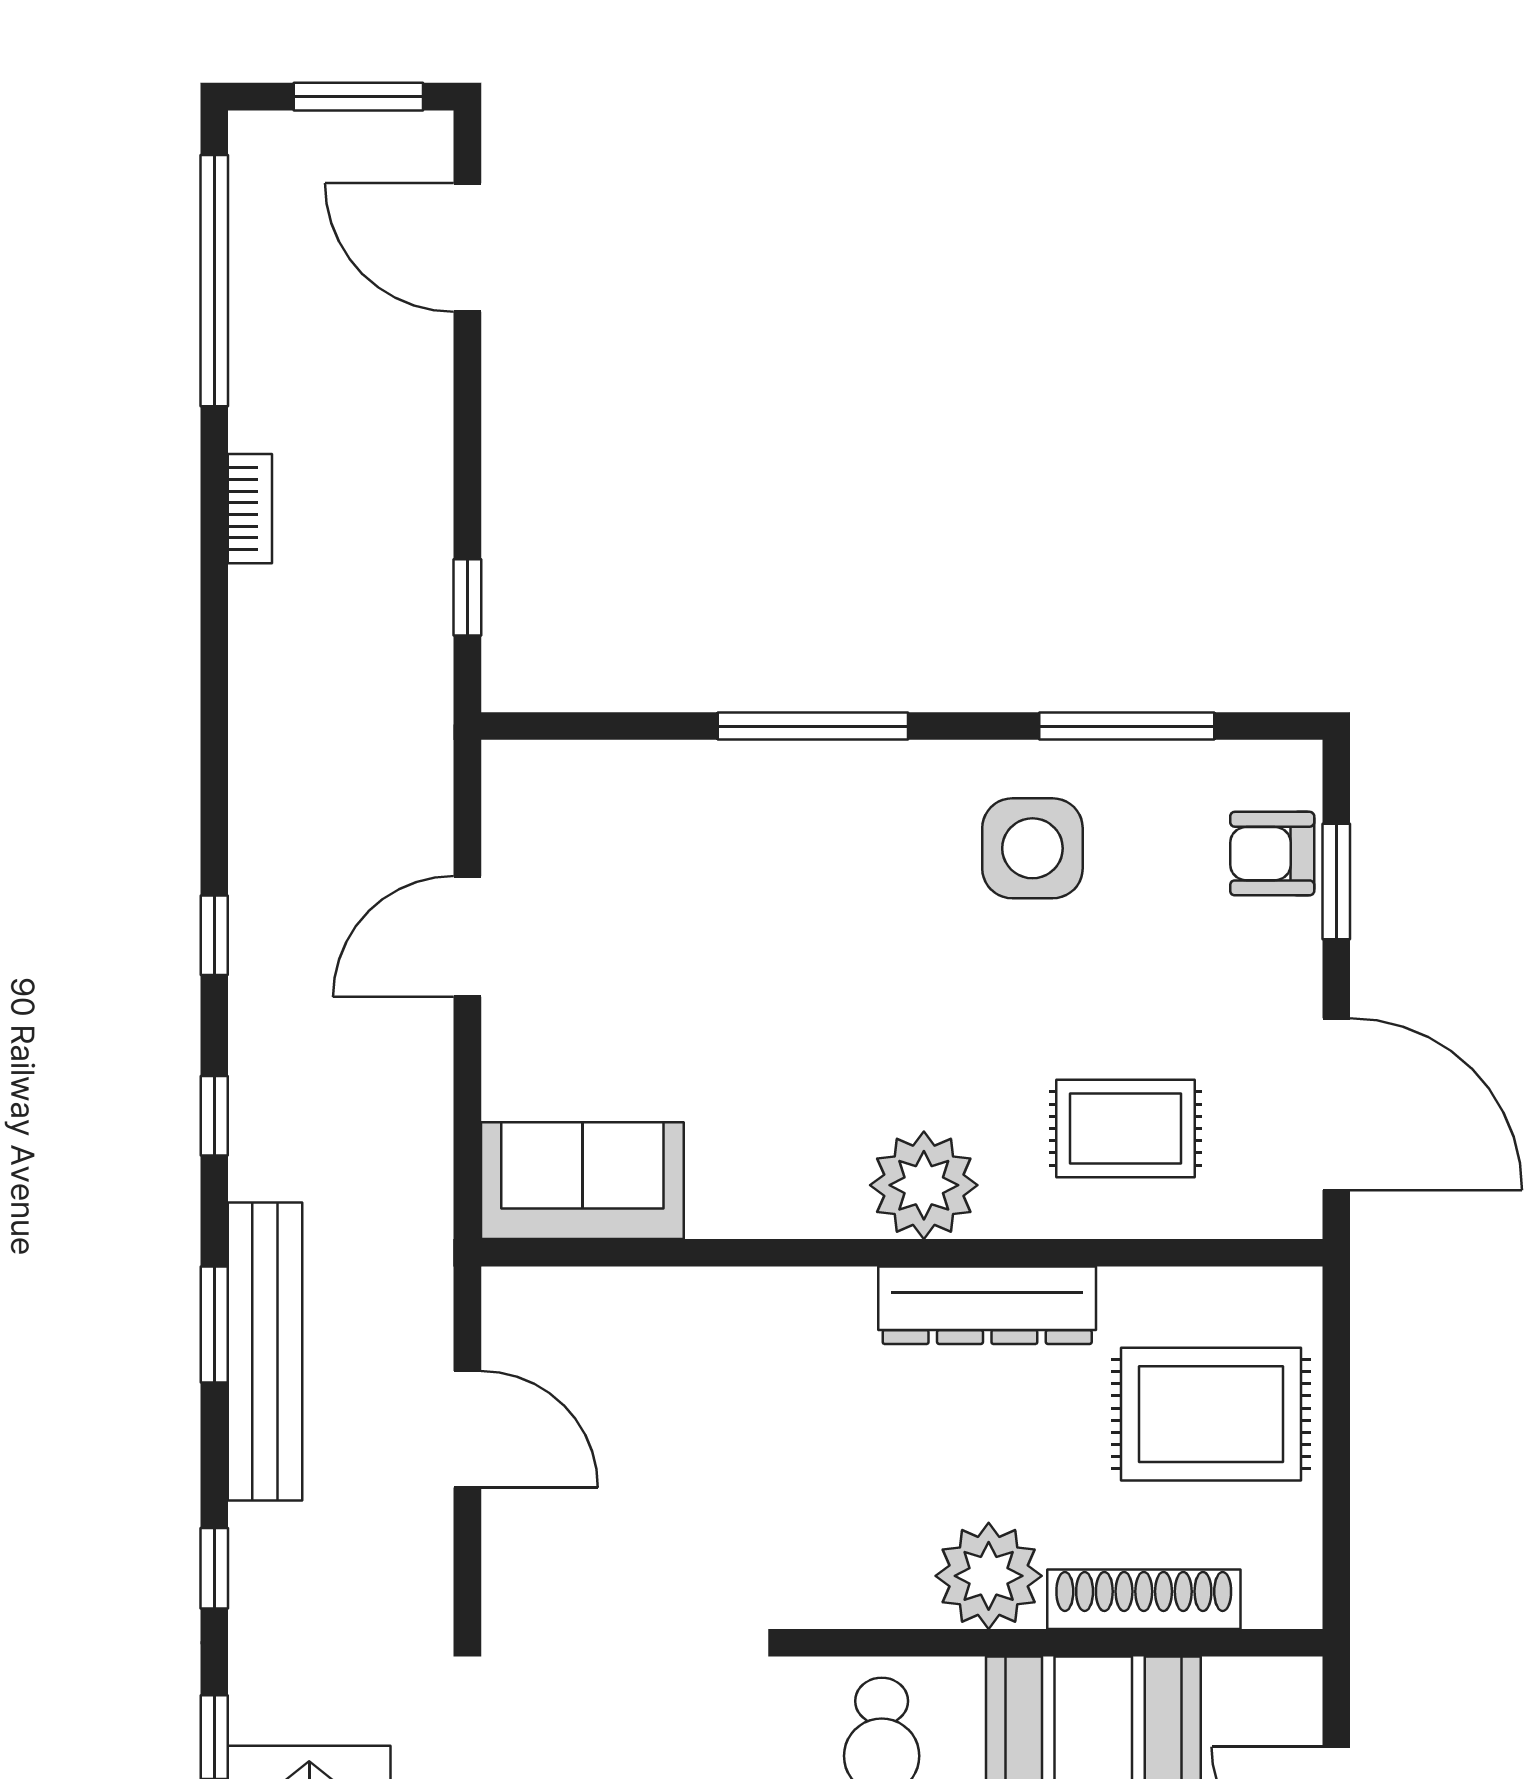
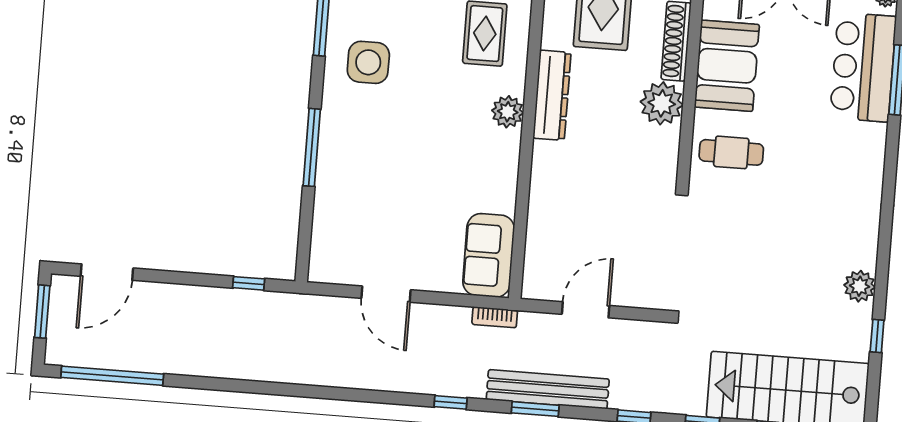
bookcase: (250, 509) -> (495, 317), moved, turned 180
window: (214, 935) -> (377, 397), removed
plant: (924, 1185) -> (508, 112), width x0.73, depth x0.73

